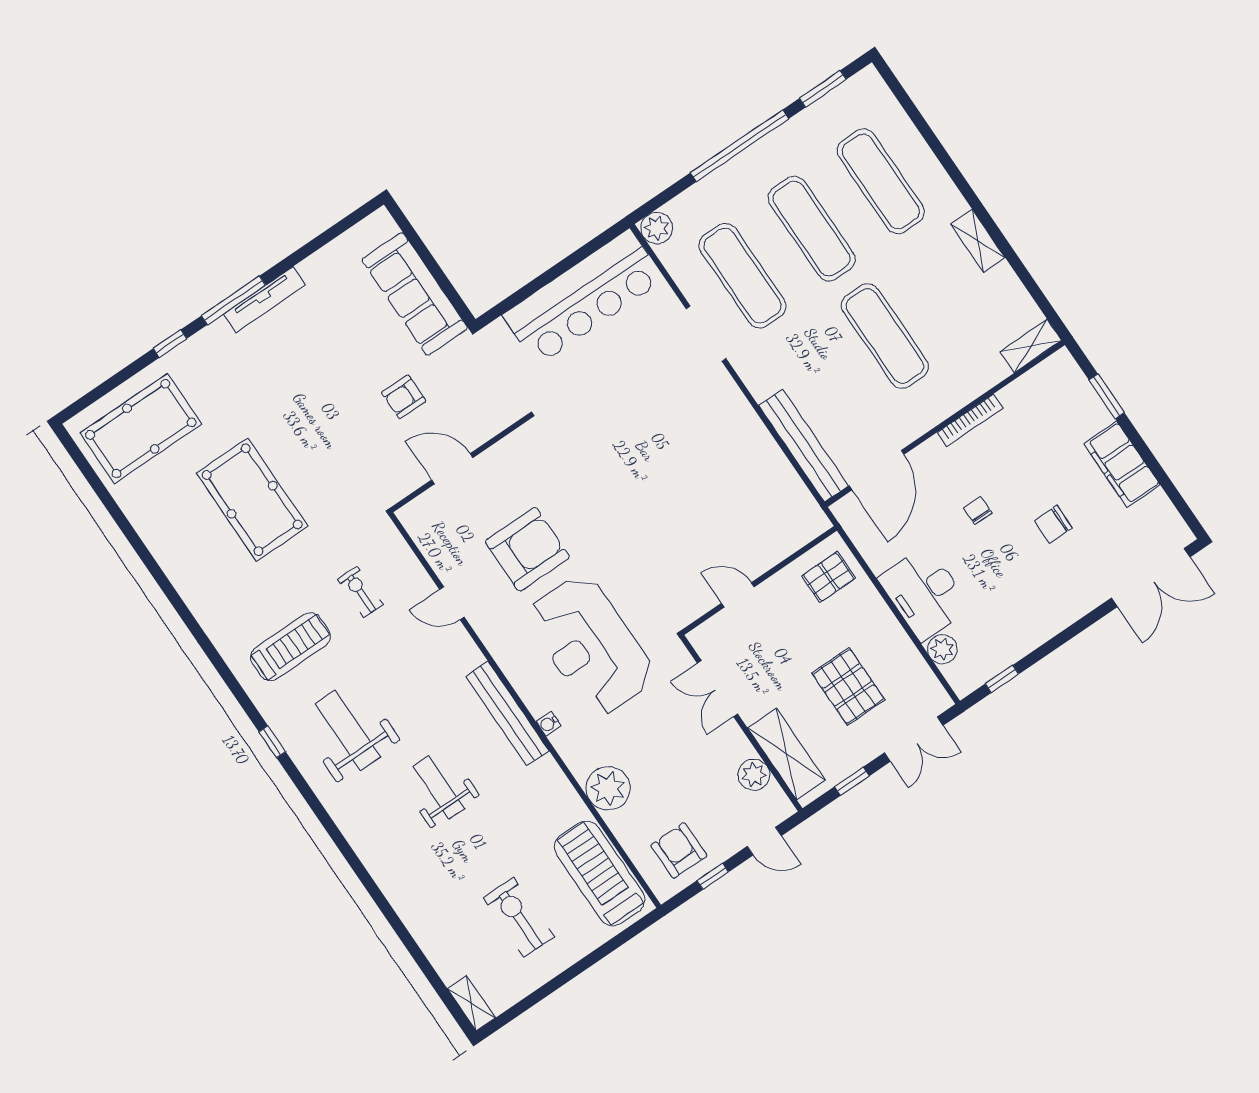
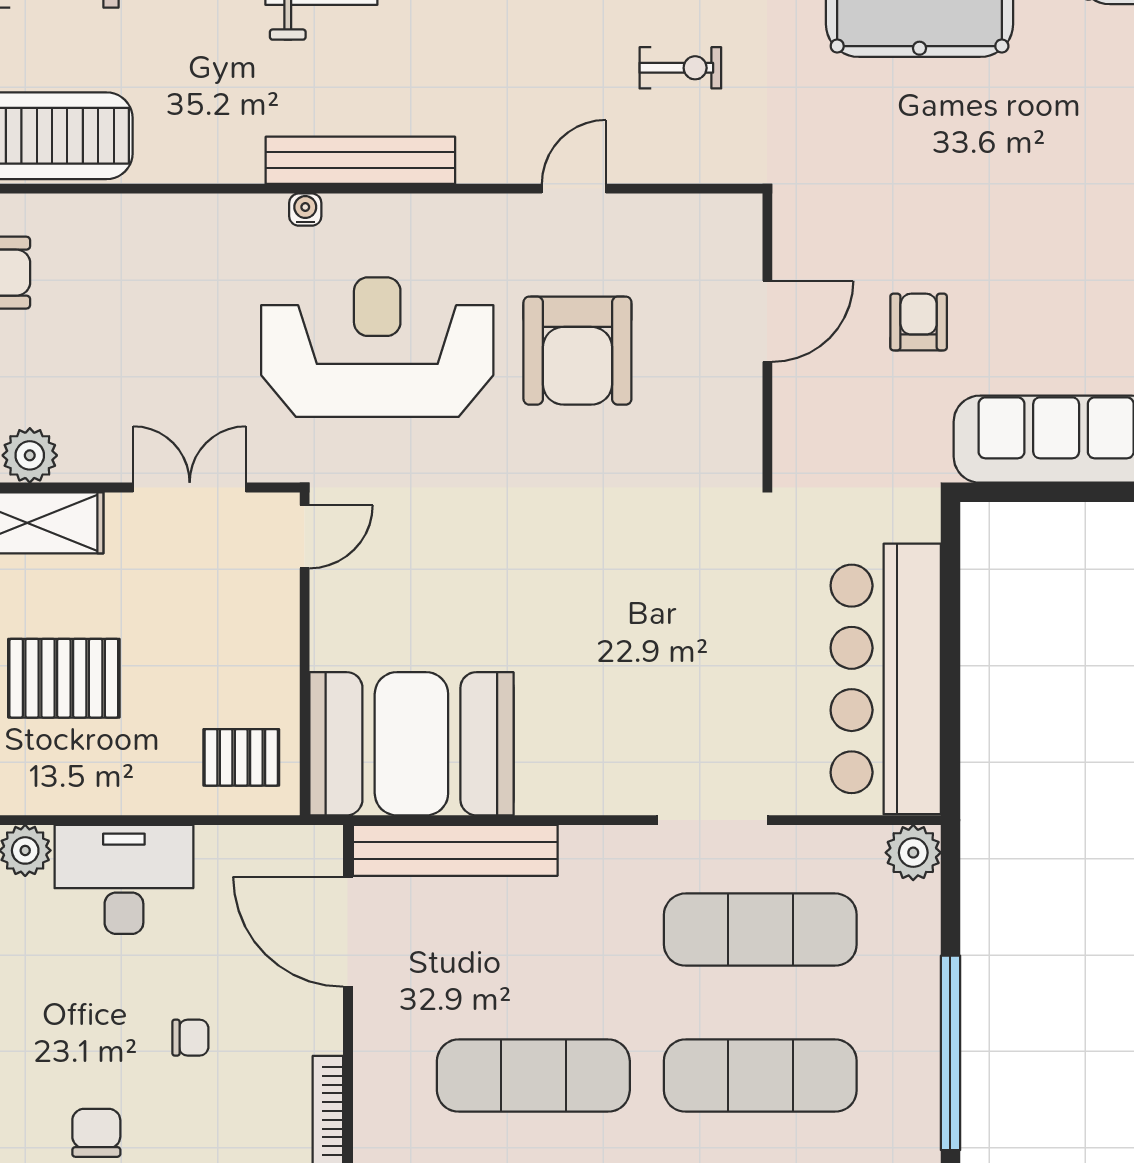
booth: (767, 501) -> (411, 744), added
pallet: (829, 577) -> (241, 757), turned 90
door: (738, 595) -> (305, 537), moved
plant: (608, 788) -> (154, 232), removed

